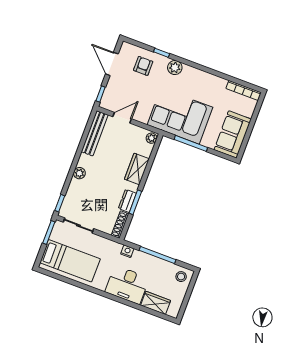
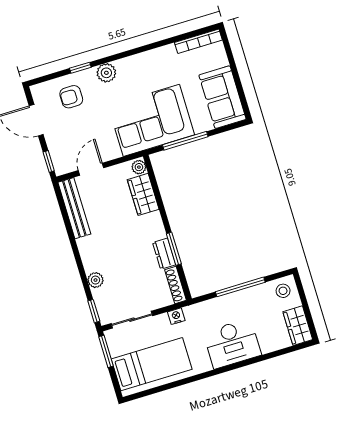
armchair: (143, 66) -> (71, 97), turned -90
wardrobe: (137, 169) -> (143, 194), moved
plant: (79, 173) -> (96, 280), moved
nightstand: (127, 251) -> (176, 316), moved
wardrobe: (156, 303) -> (298, 326), moved, turned -90

